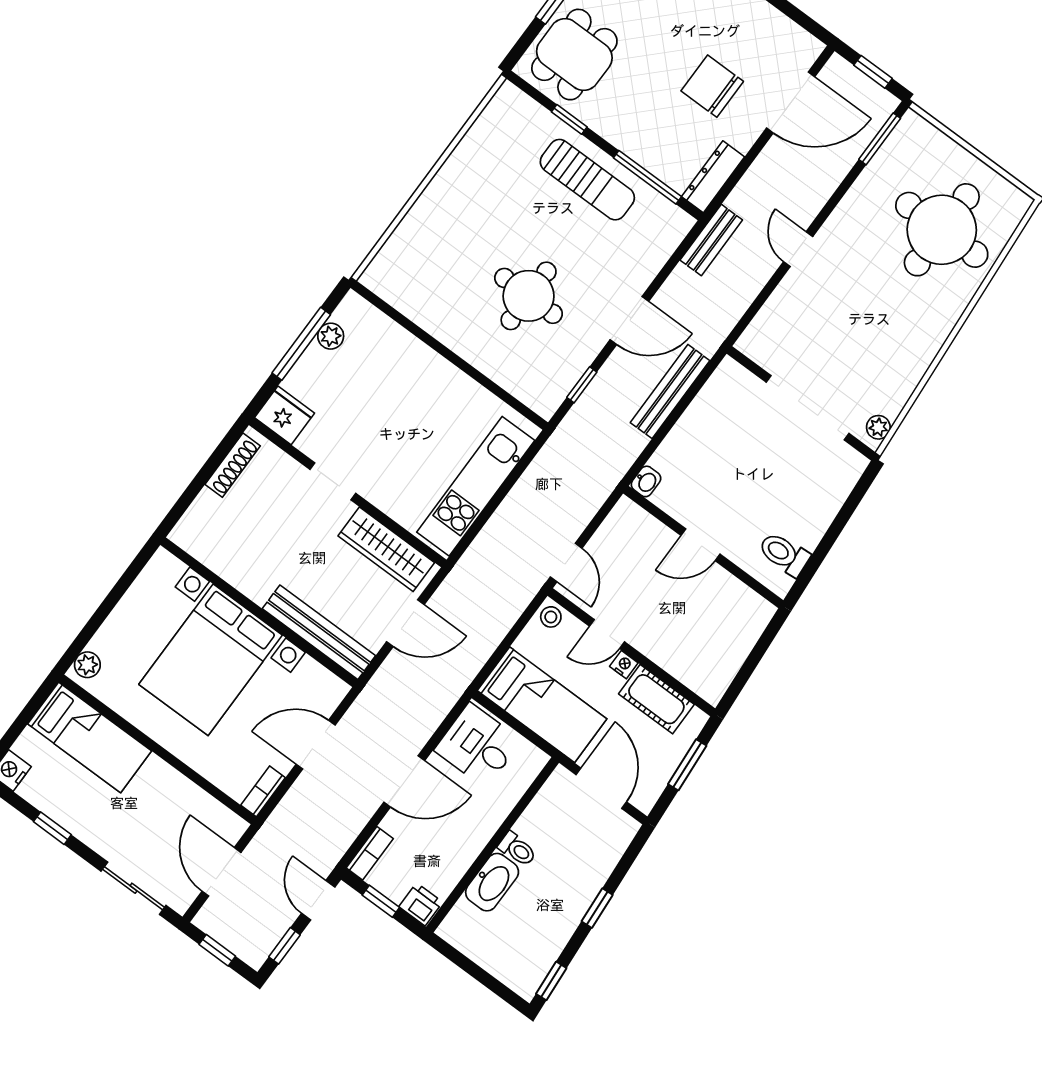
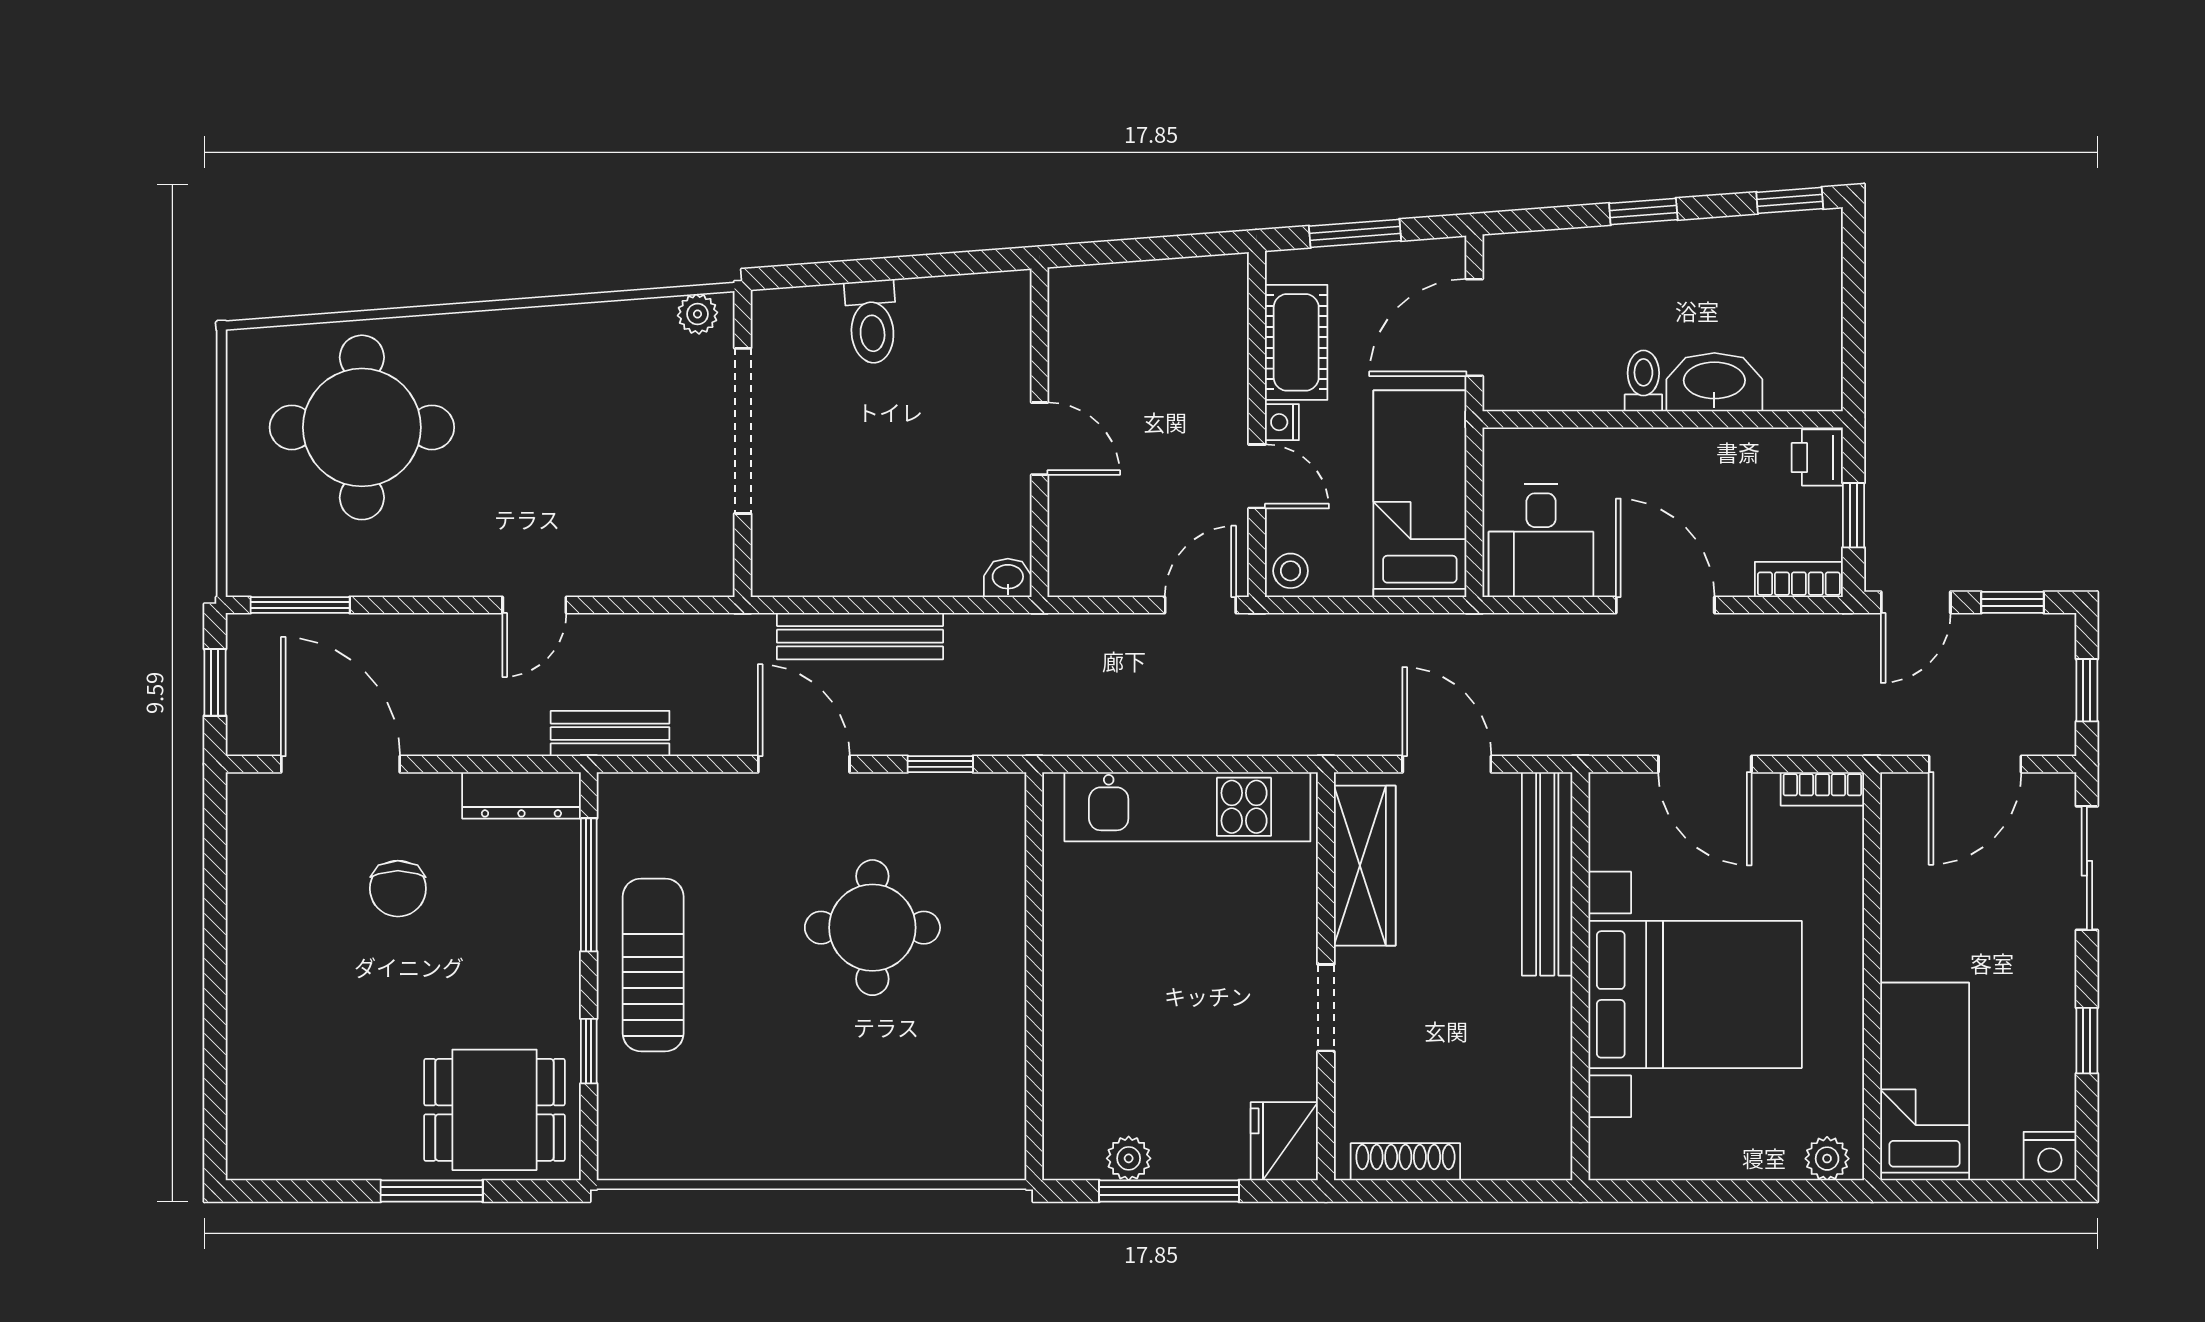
chair: (712, 86) -> (398, 889), width x0.73, depth x0.73
toilet: (784, 554) -> (872, 322), moved

